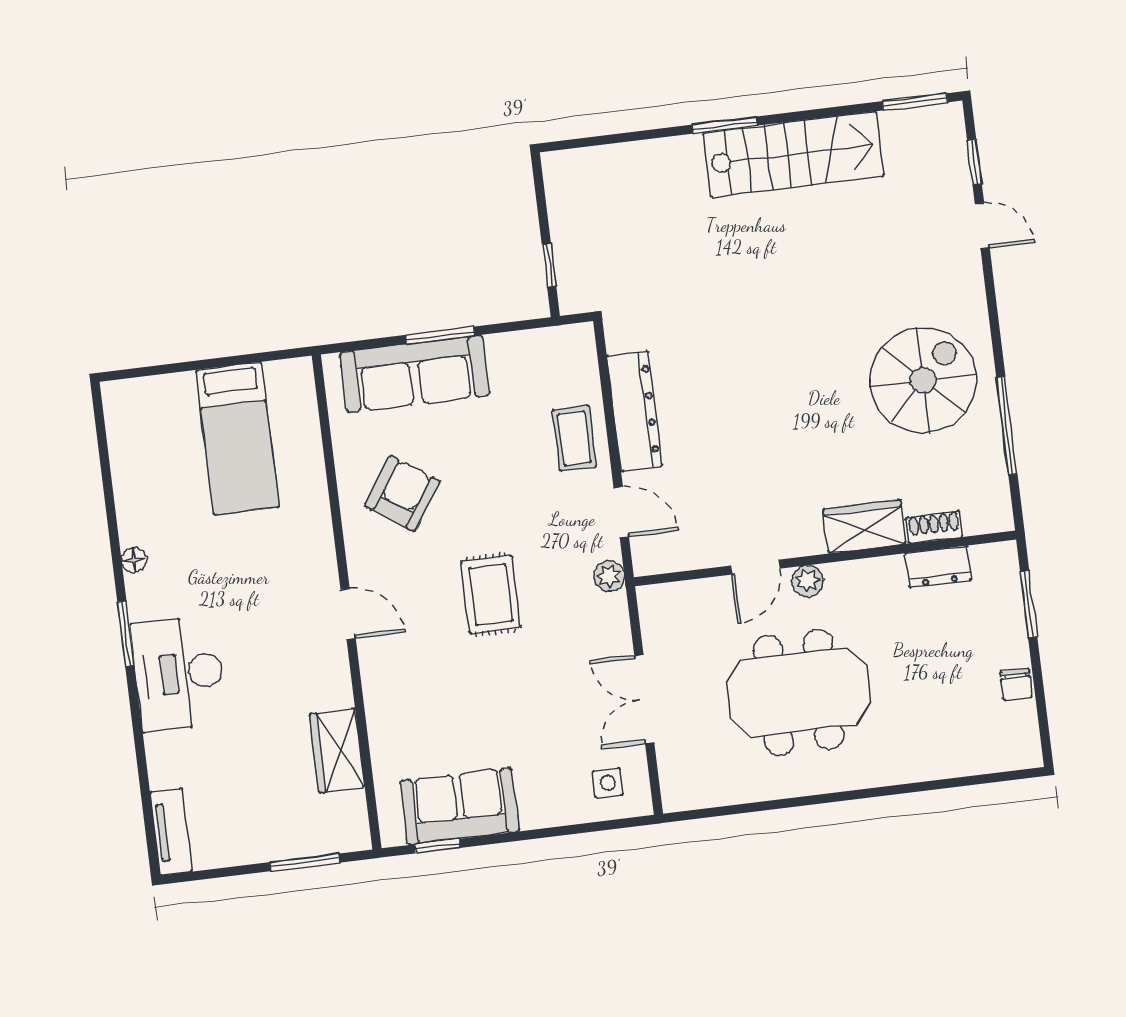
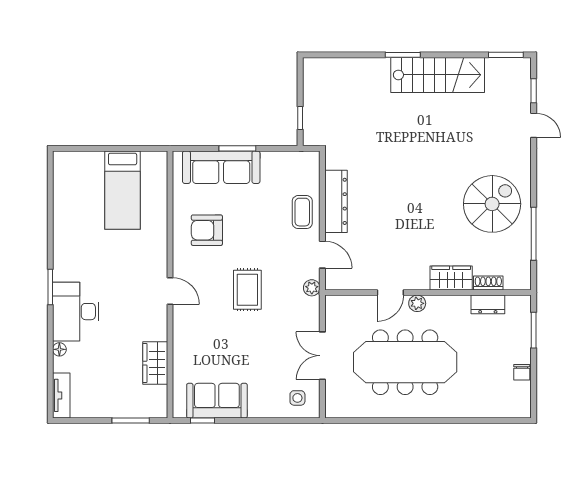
armchair: (402, 493) -> (207, 230), turned -124
floor lamp: (134, 560) -> (59, 349), moved
meeting table: (799, 692) -> (405, 362), width x1.36

